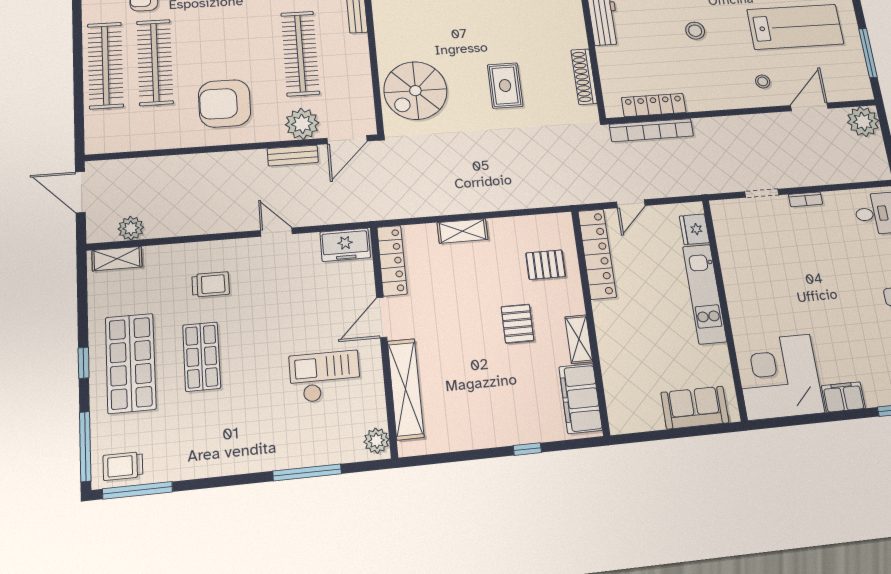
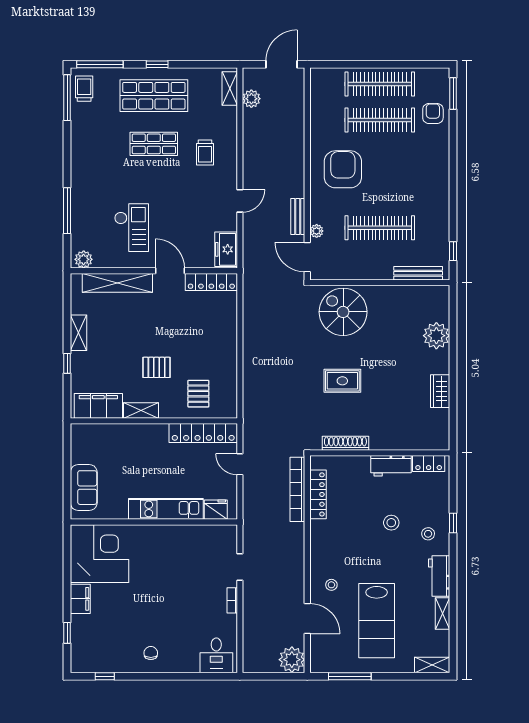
stool: (695, 31) -> (391, 523), moved
plant: (302, 124) -> (317, 231), width x0.53, depth x0.53
shelving: (462, 231) -> (78, 333), moved

